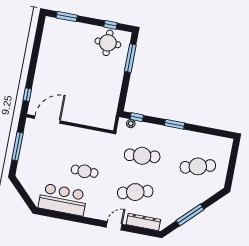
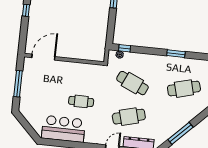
window: (27, 95) -> (26, 10), moved
window: (174, 124) -> (176, 54), moved
cafe table: (142, 156) -> (132, 83), turned 30

